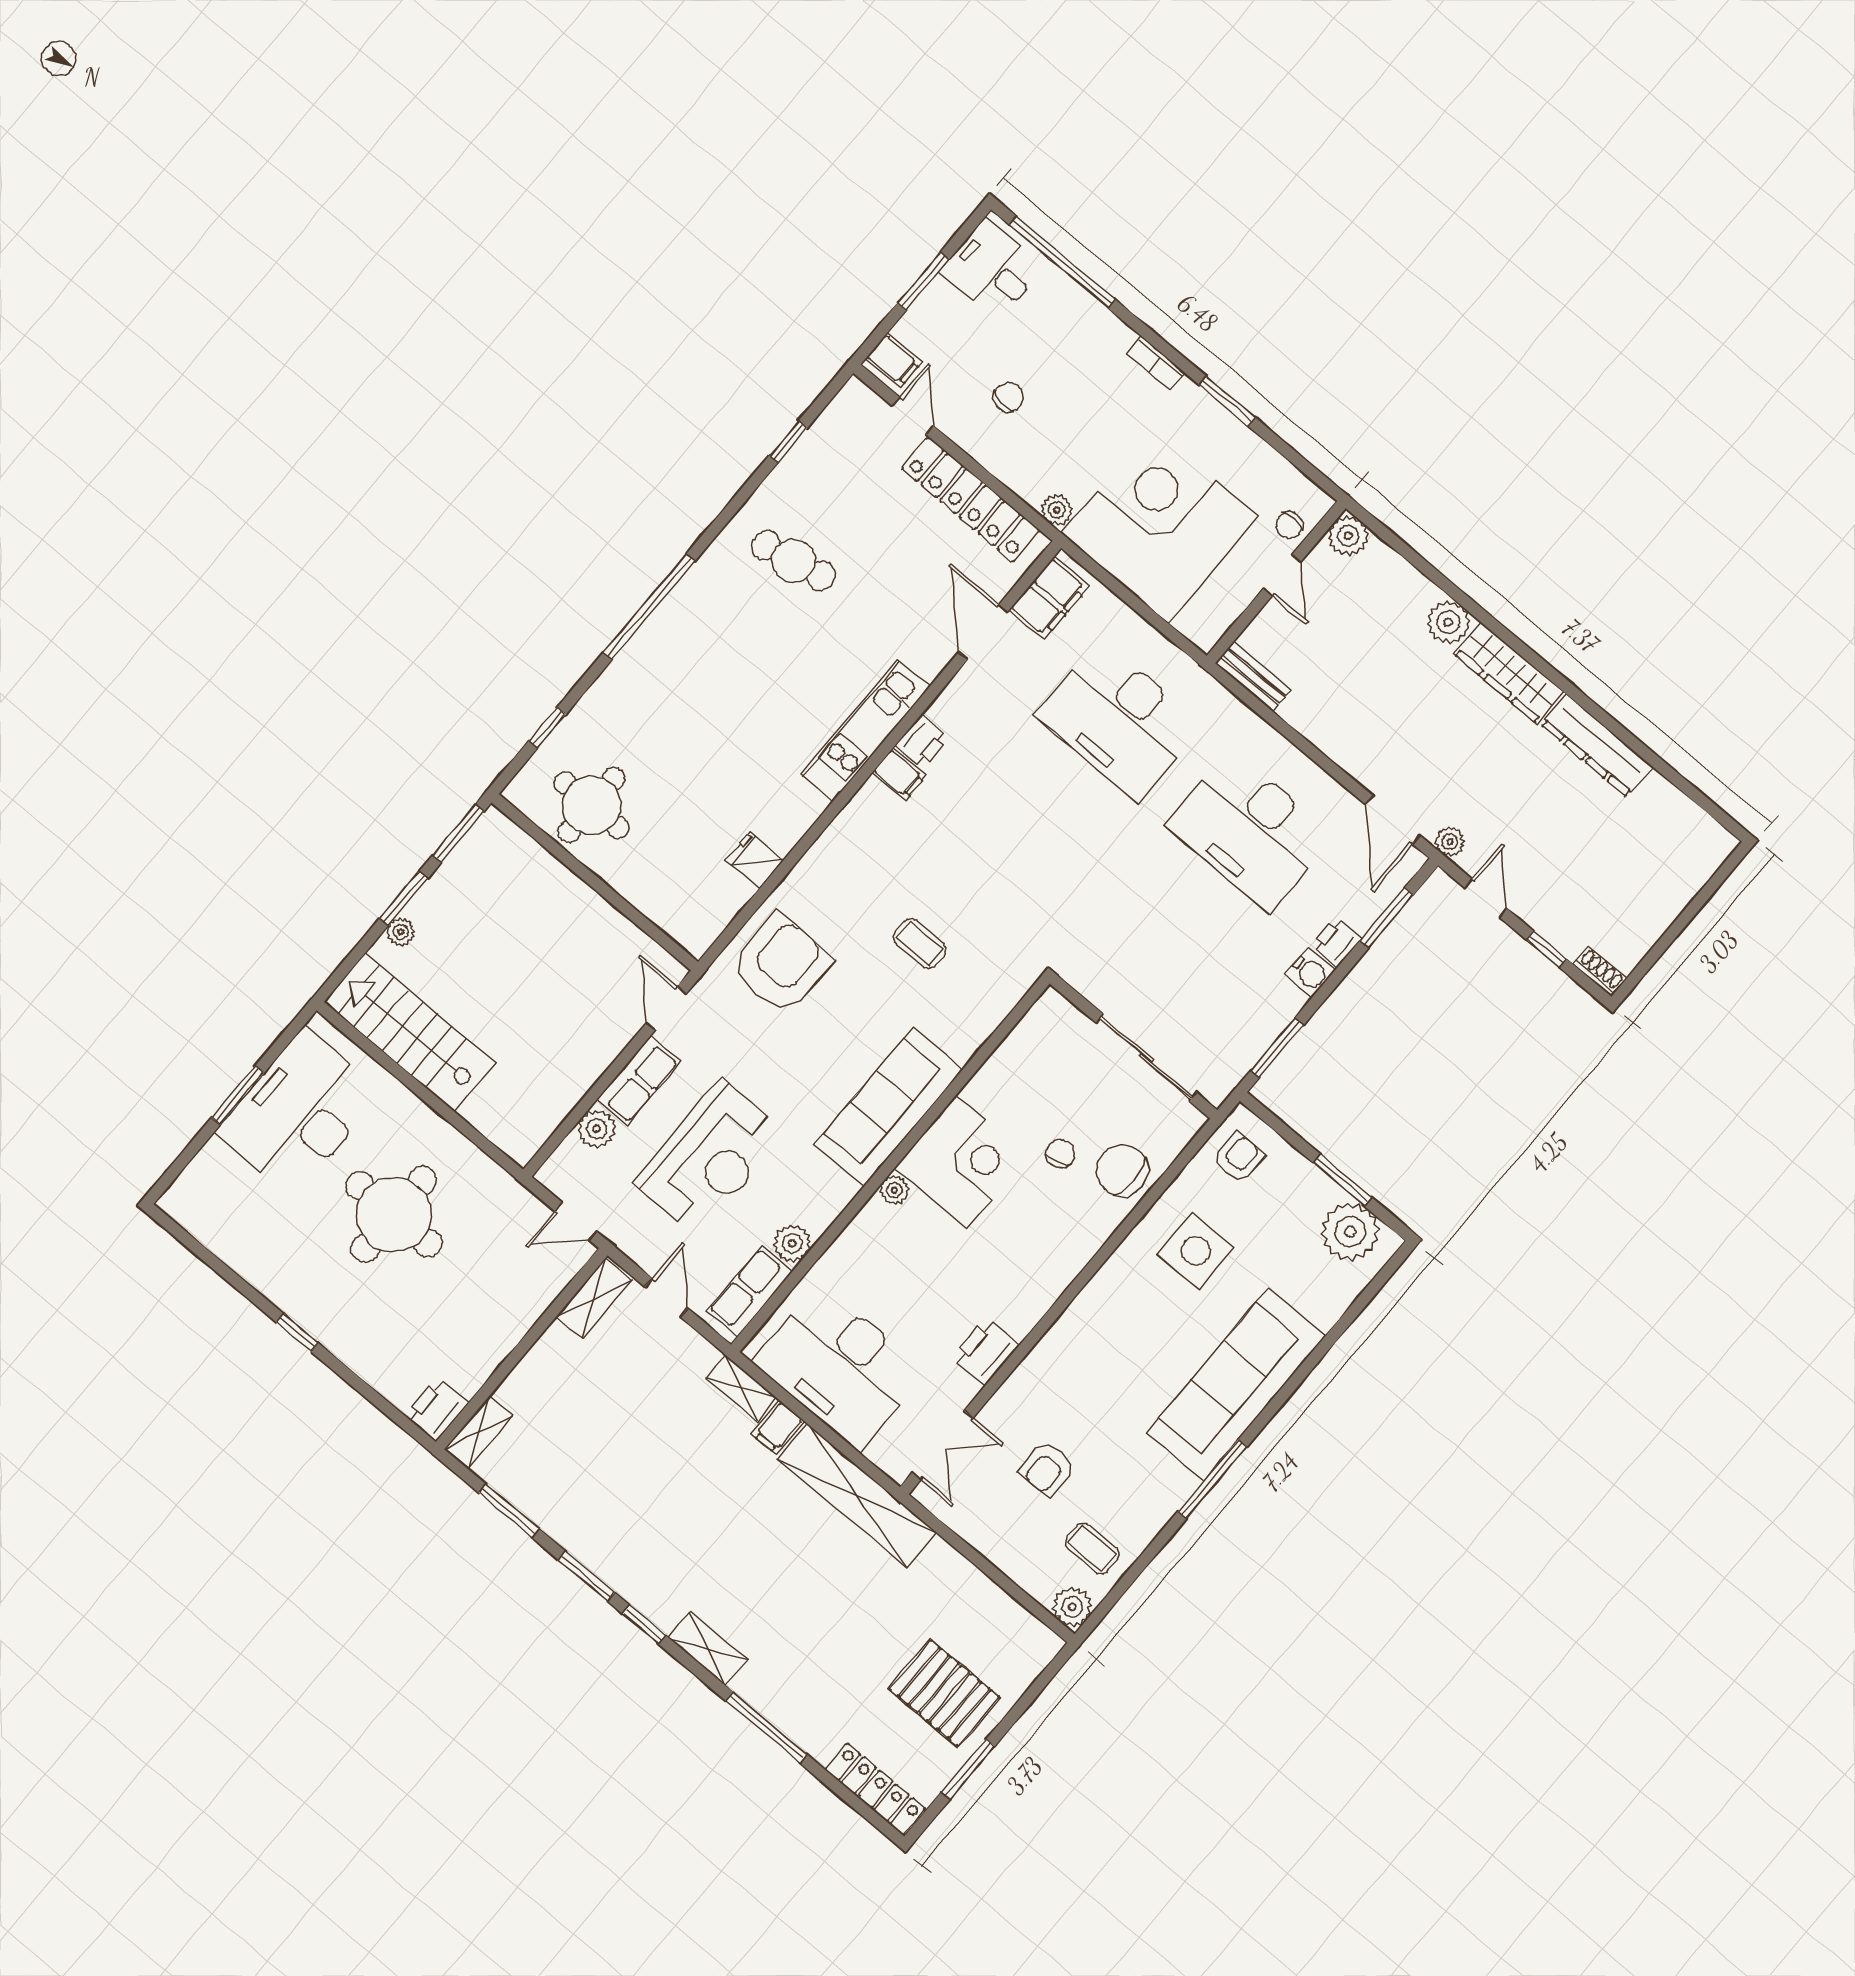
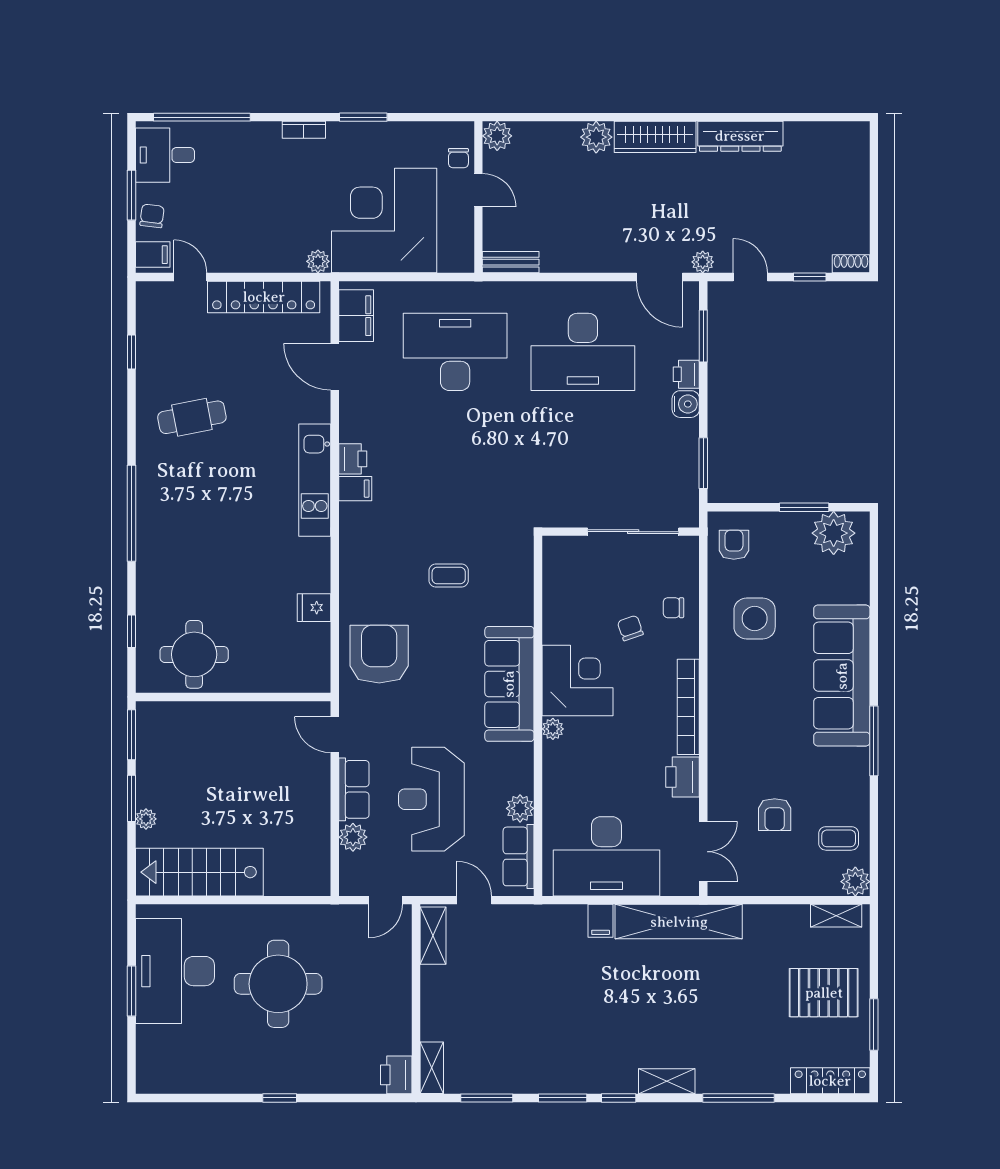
chair: (1008, 397) -> (152, 216), moved
desk: (1119, 720) -> (455, 352), turned 180
reception desk: (710, 1158) -> (431, 799), turned 180
chair: (1122, 1170) -> (673, 608), width x0.54, depth x0.54
bookcase: (1052, 1284) -> (688, 707), added
shelving: (741, 1388) -> (836, 916), moved

